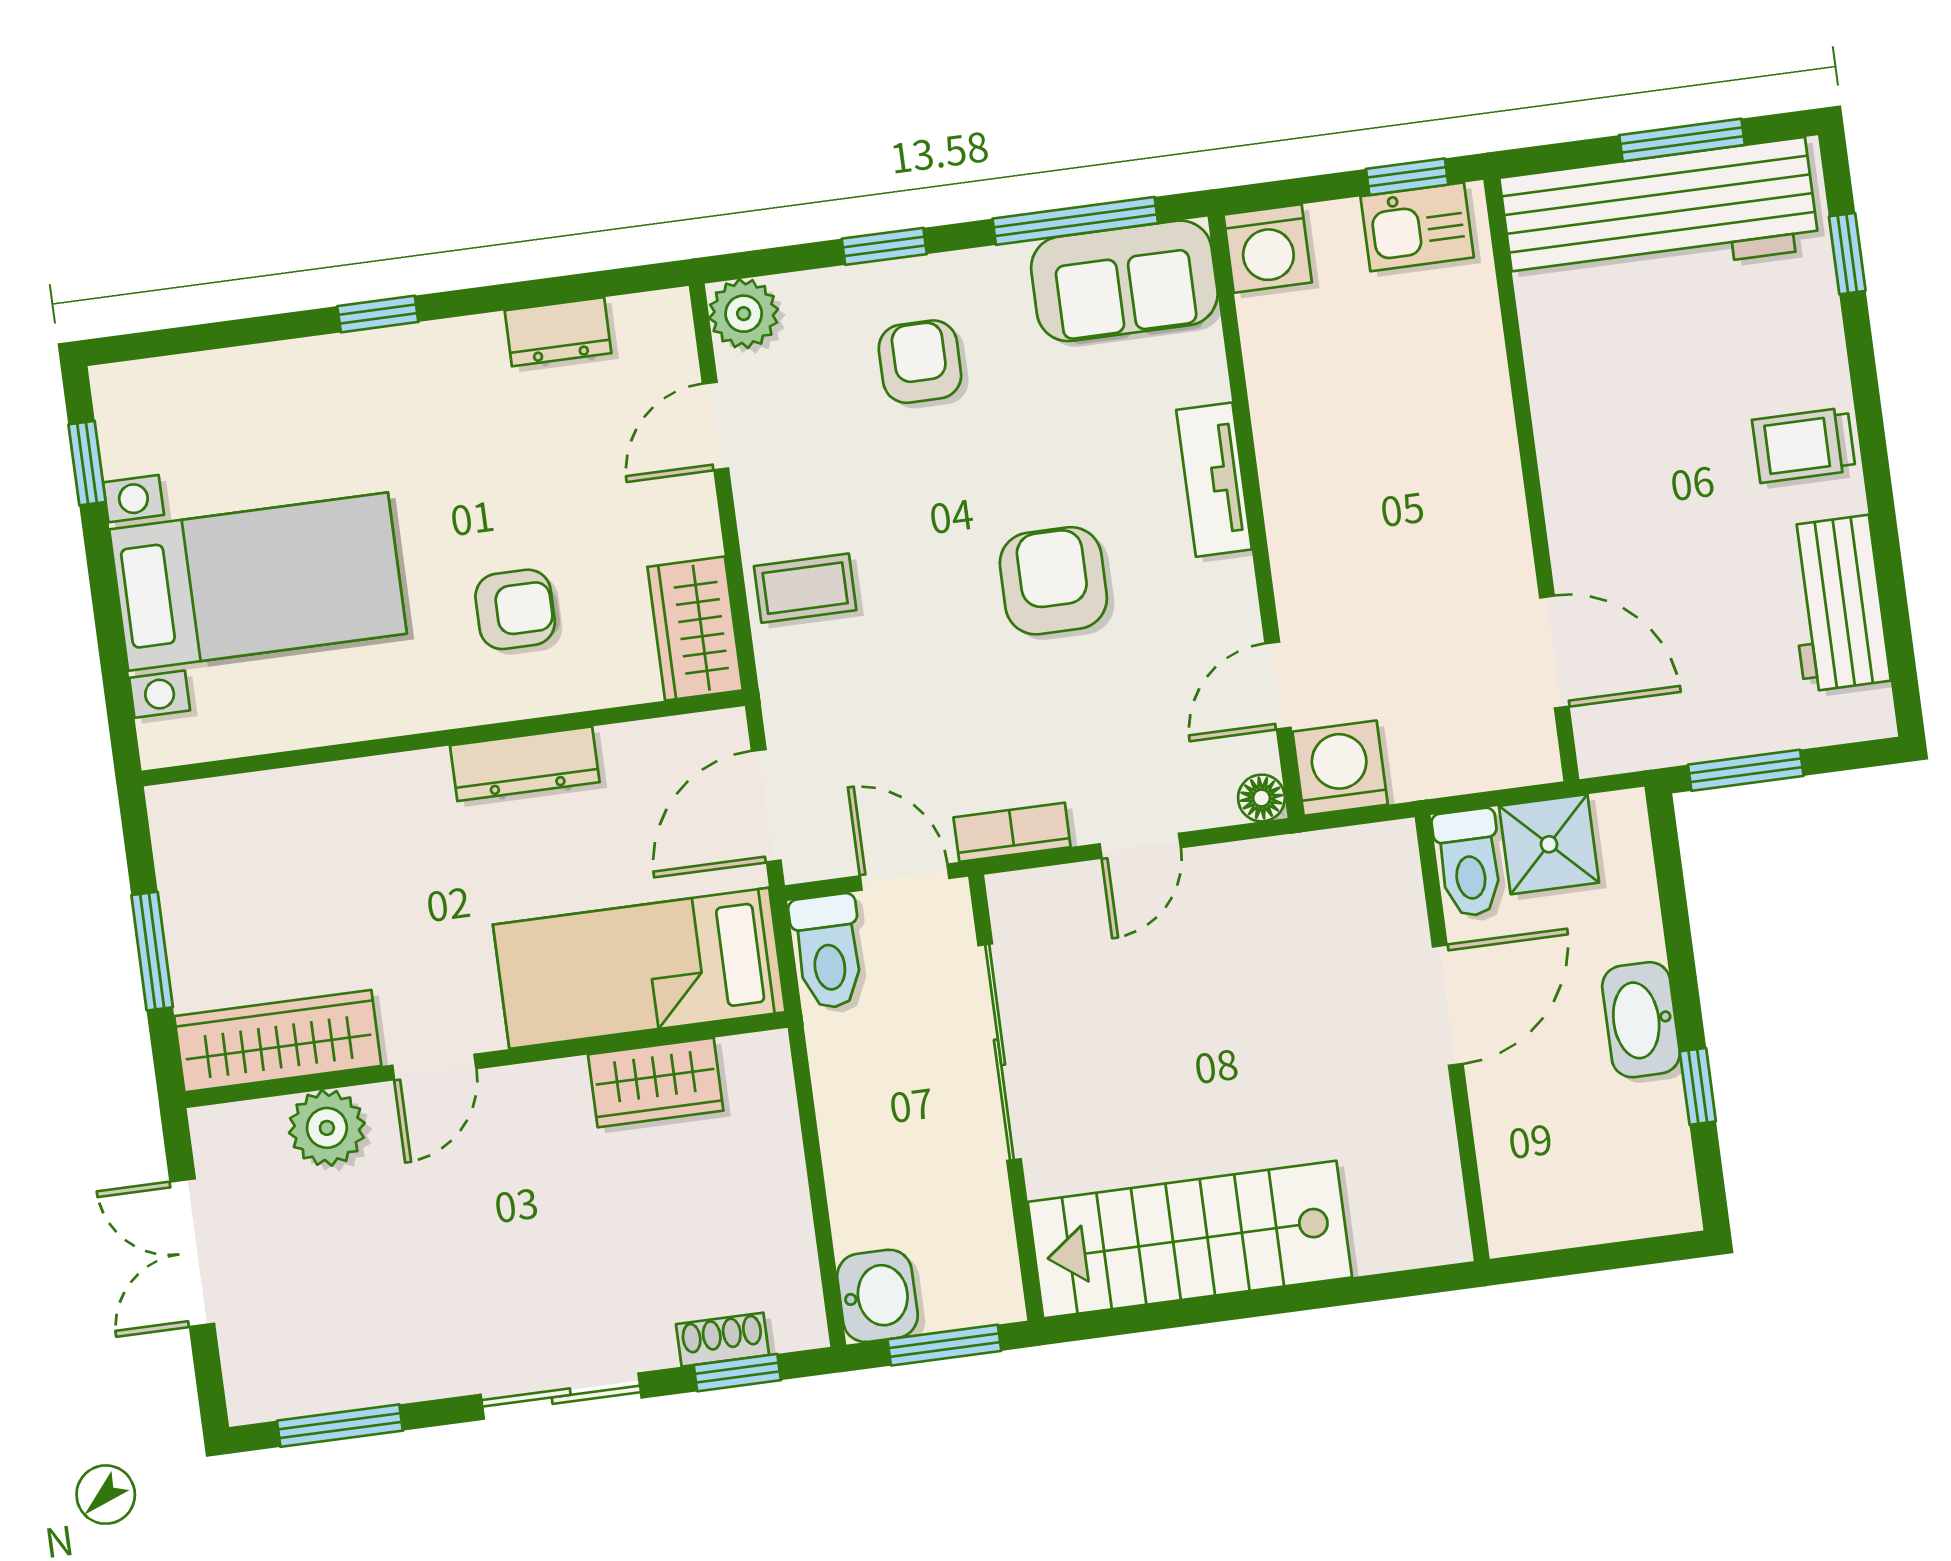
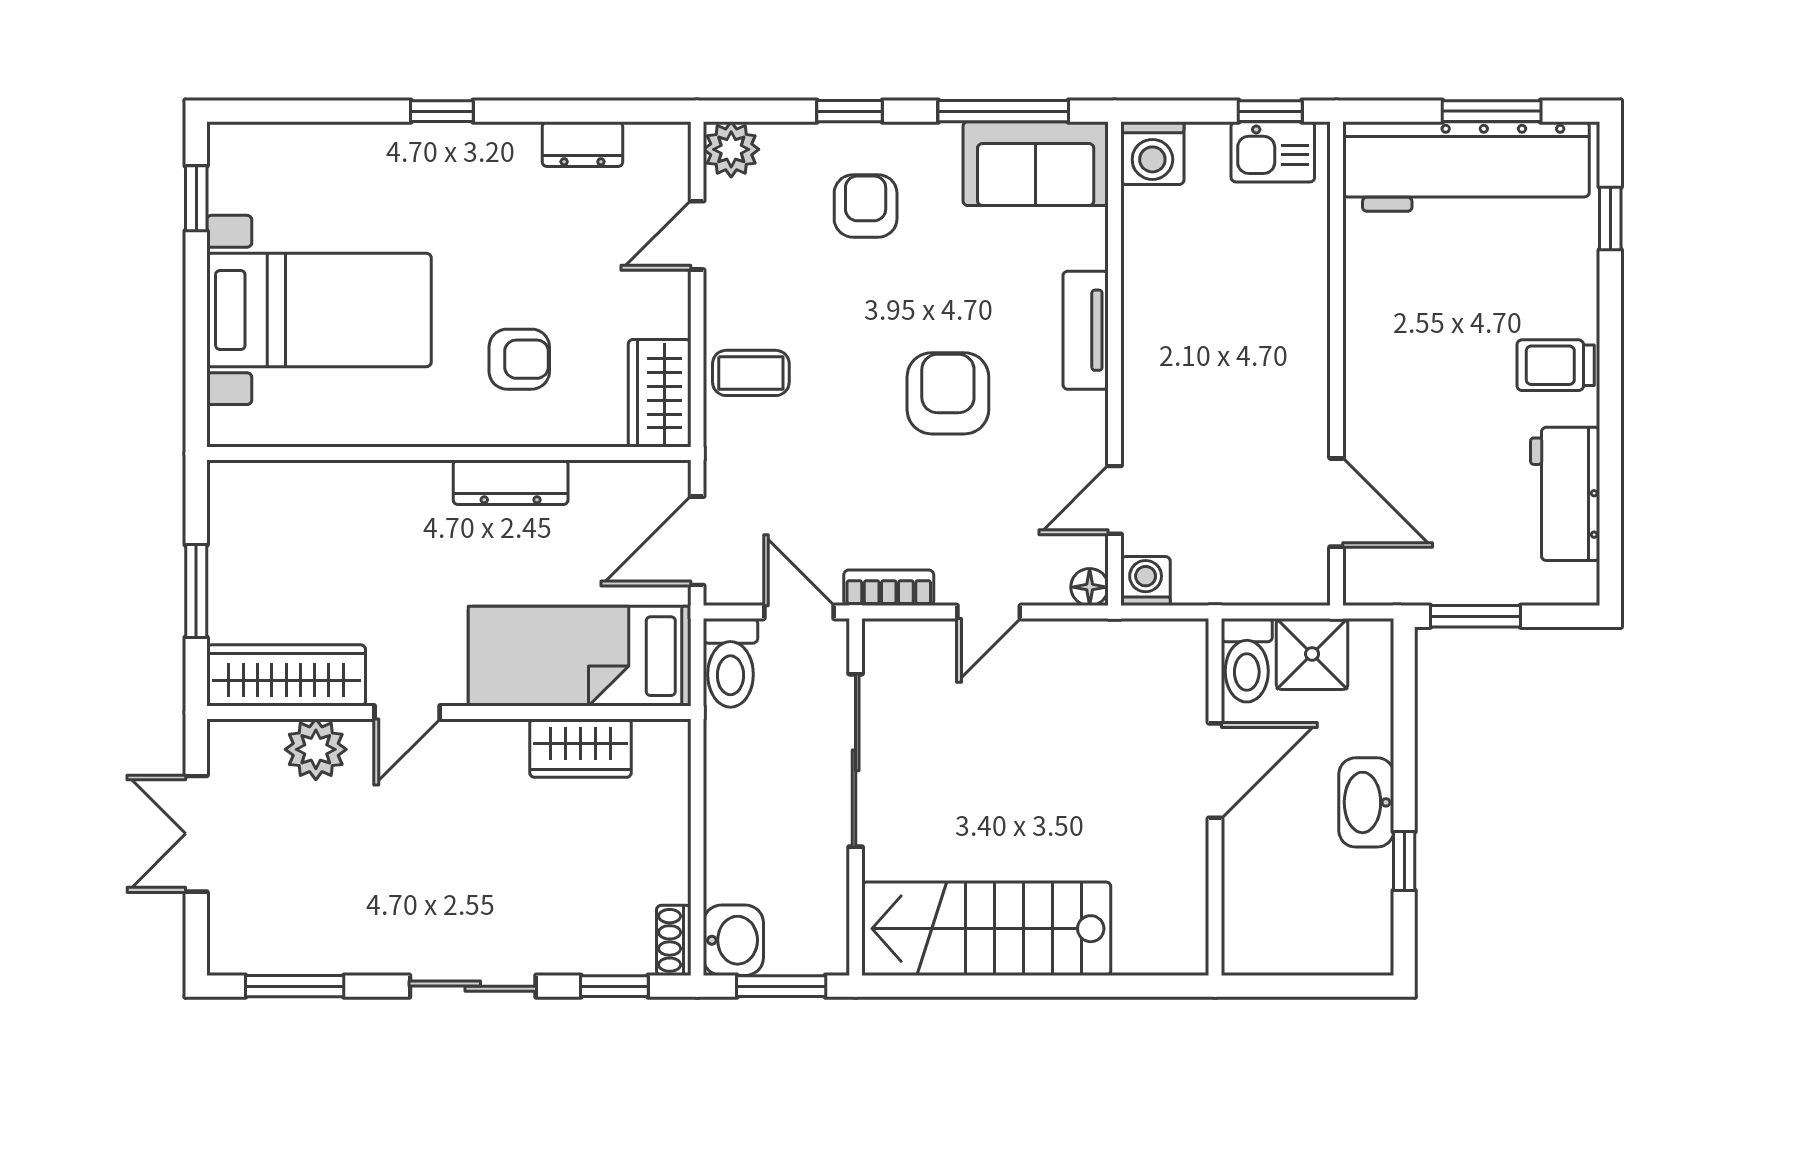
washing machine: (1340, 768) -> (1146, 581), width x0.73, depth x0.73
shoe rack: (723, 1340) -> (674, 940), moved, turned -90

